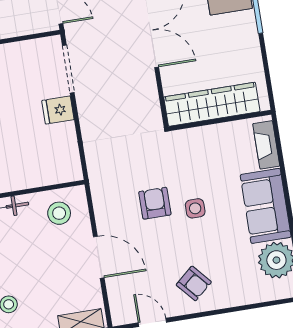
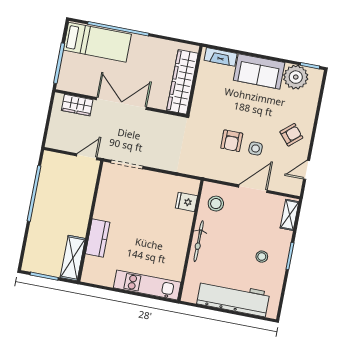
fridge: (58, 110) -> (186, 202), moved, turned 90
armchair: (155, 203) -> (232, 141), turned -90
side table: (195, 208) -> (256, 148), moved

